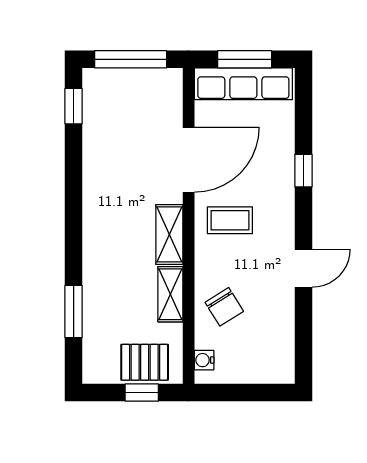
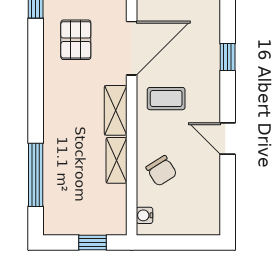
door: (303, 268) -> (228, 139), swing flipped
window: (74, 312) -> (36, 175), width x1.44
pallet: (145, 362) -> (76, 40), moved, turned 90

